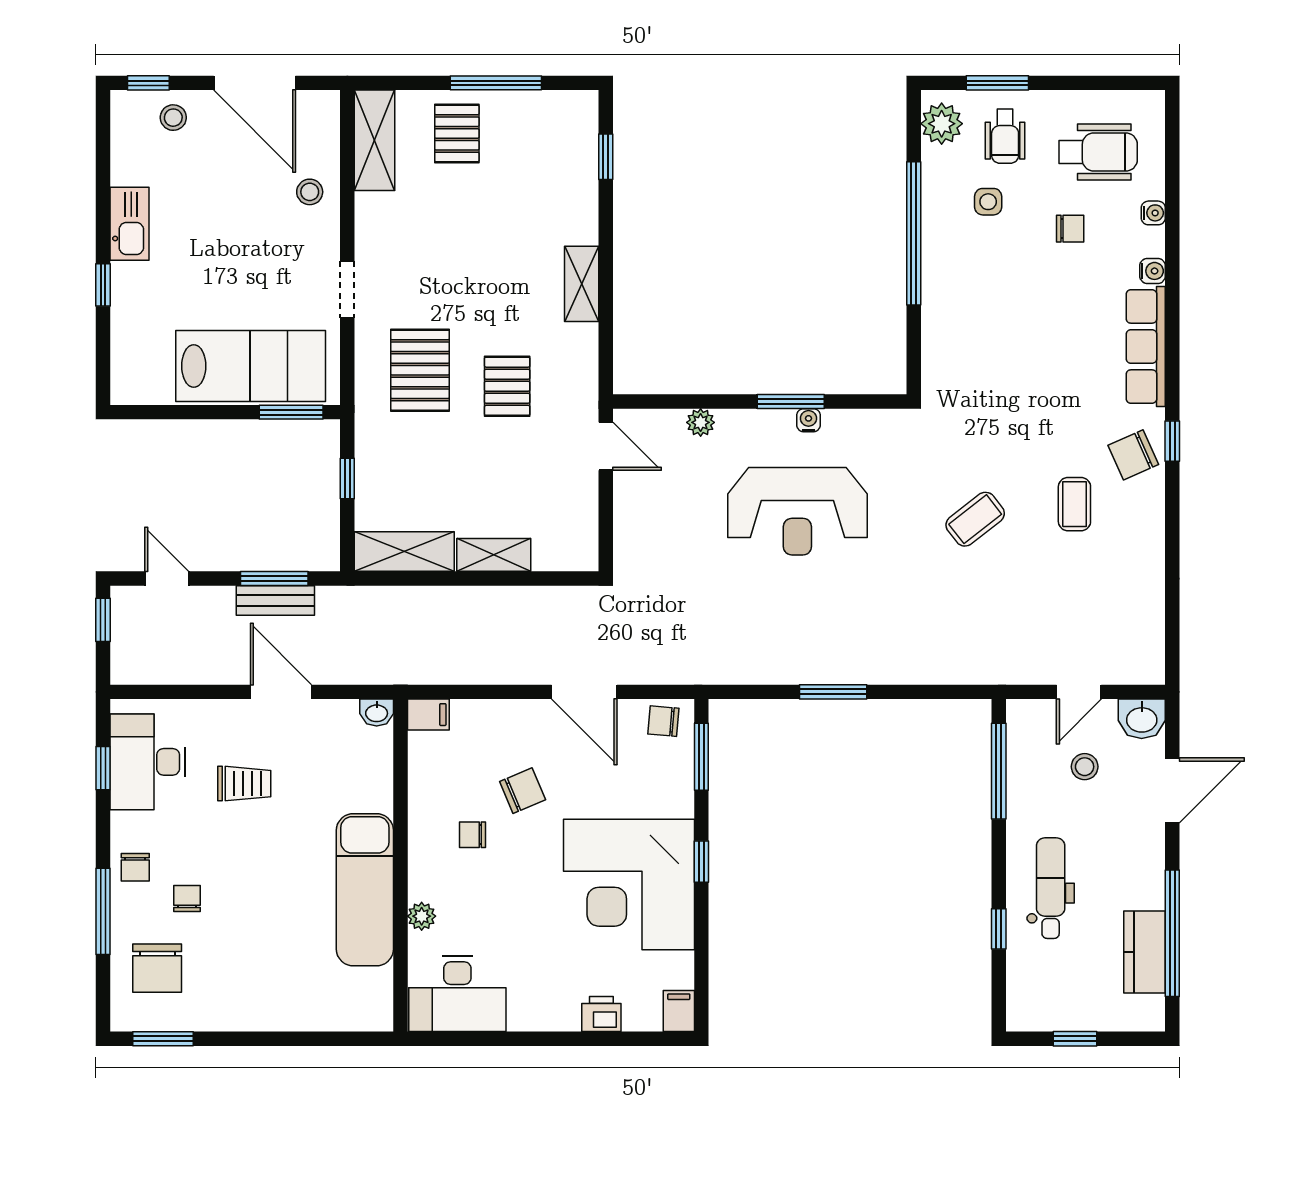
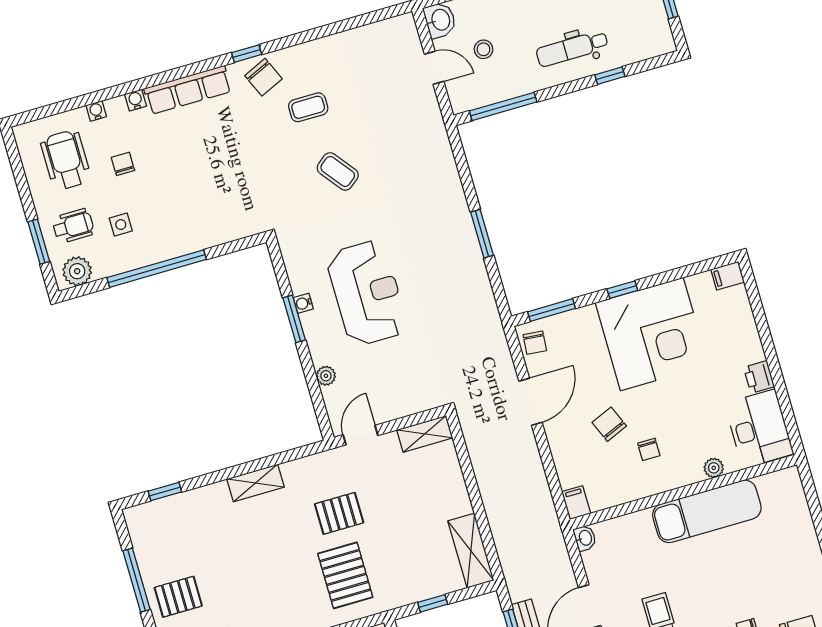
pallet: (420, 370) -> (345, 575), turned 90
shelving: (494, 555) -> (425, 434), moved, turned 90
printer: (601, 1014) -> (759, 377), moved

